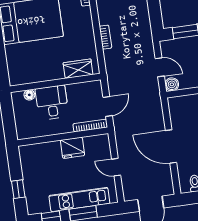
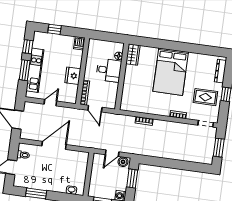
wardrobe: (78, 69) -> (133, 55), moved
boiler: (172, 84) -> (123, 162), moved
dishwasher: (27, 151) -> (79, 43), added

